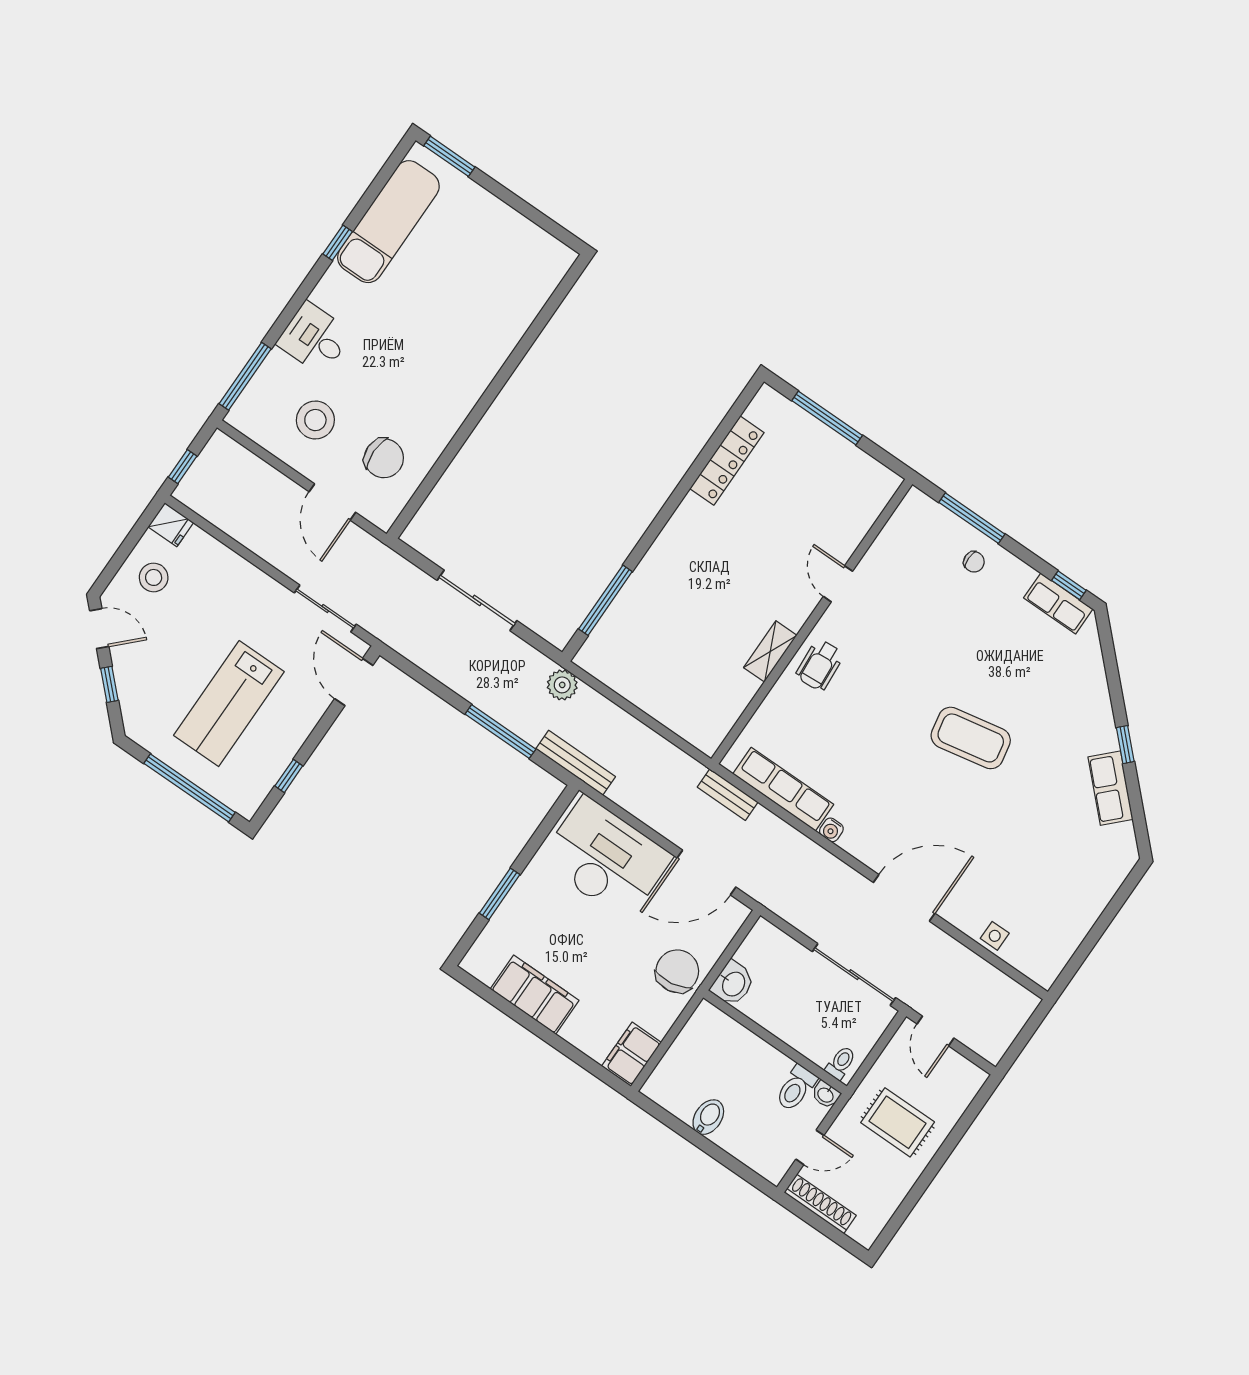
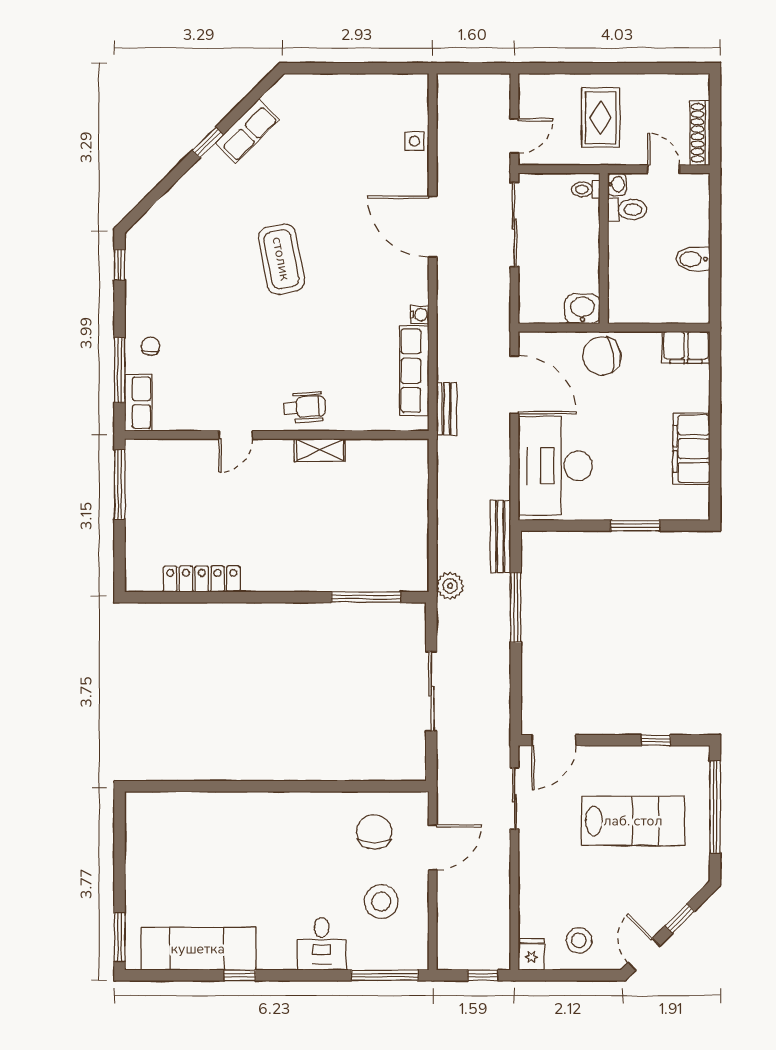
window: (827, 418) -> (120, 485), moved
row of seats: (1058, 603) -> (138, 403), moved

